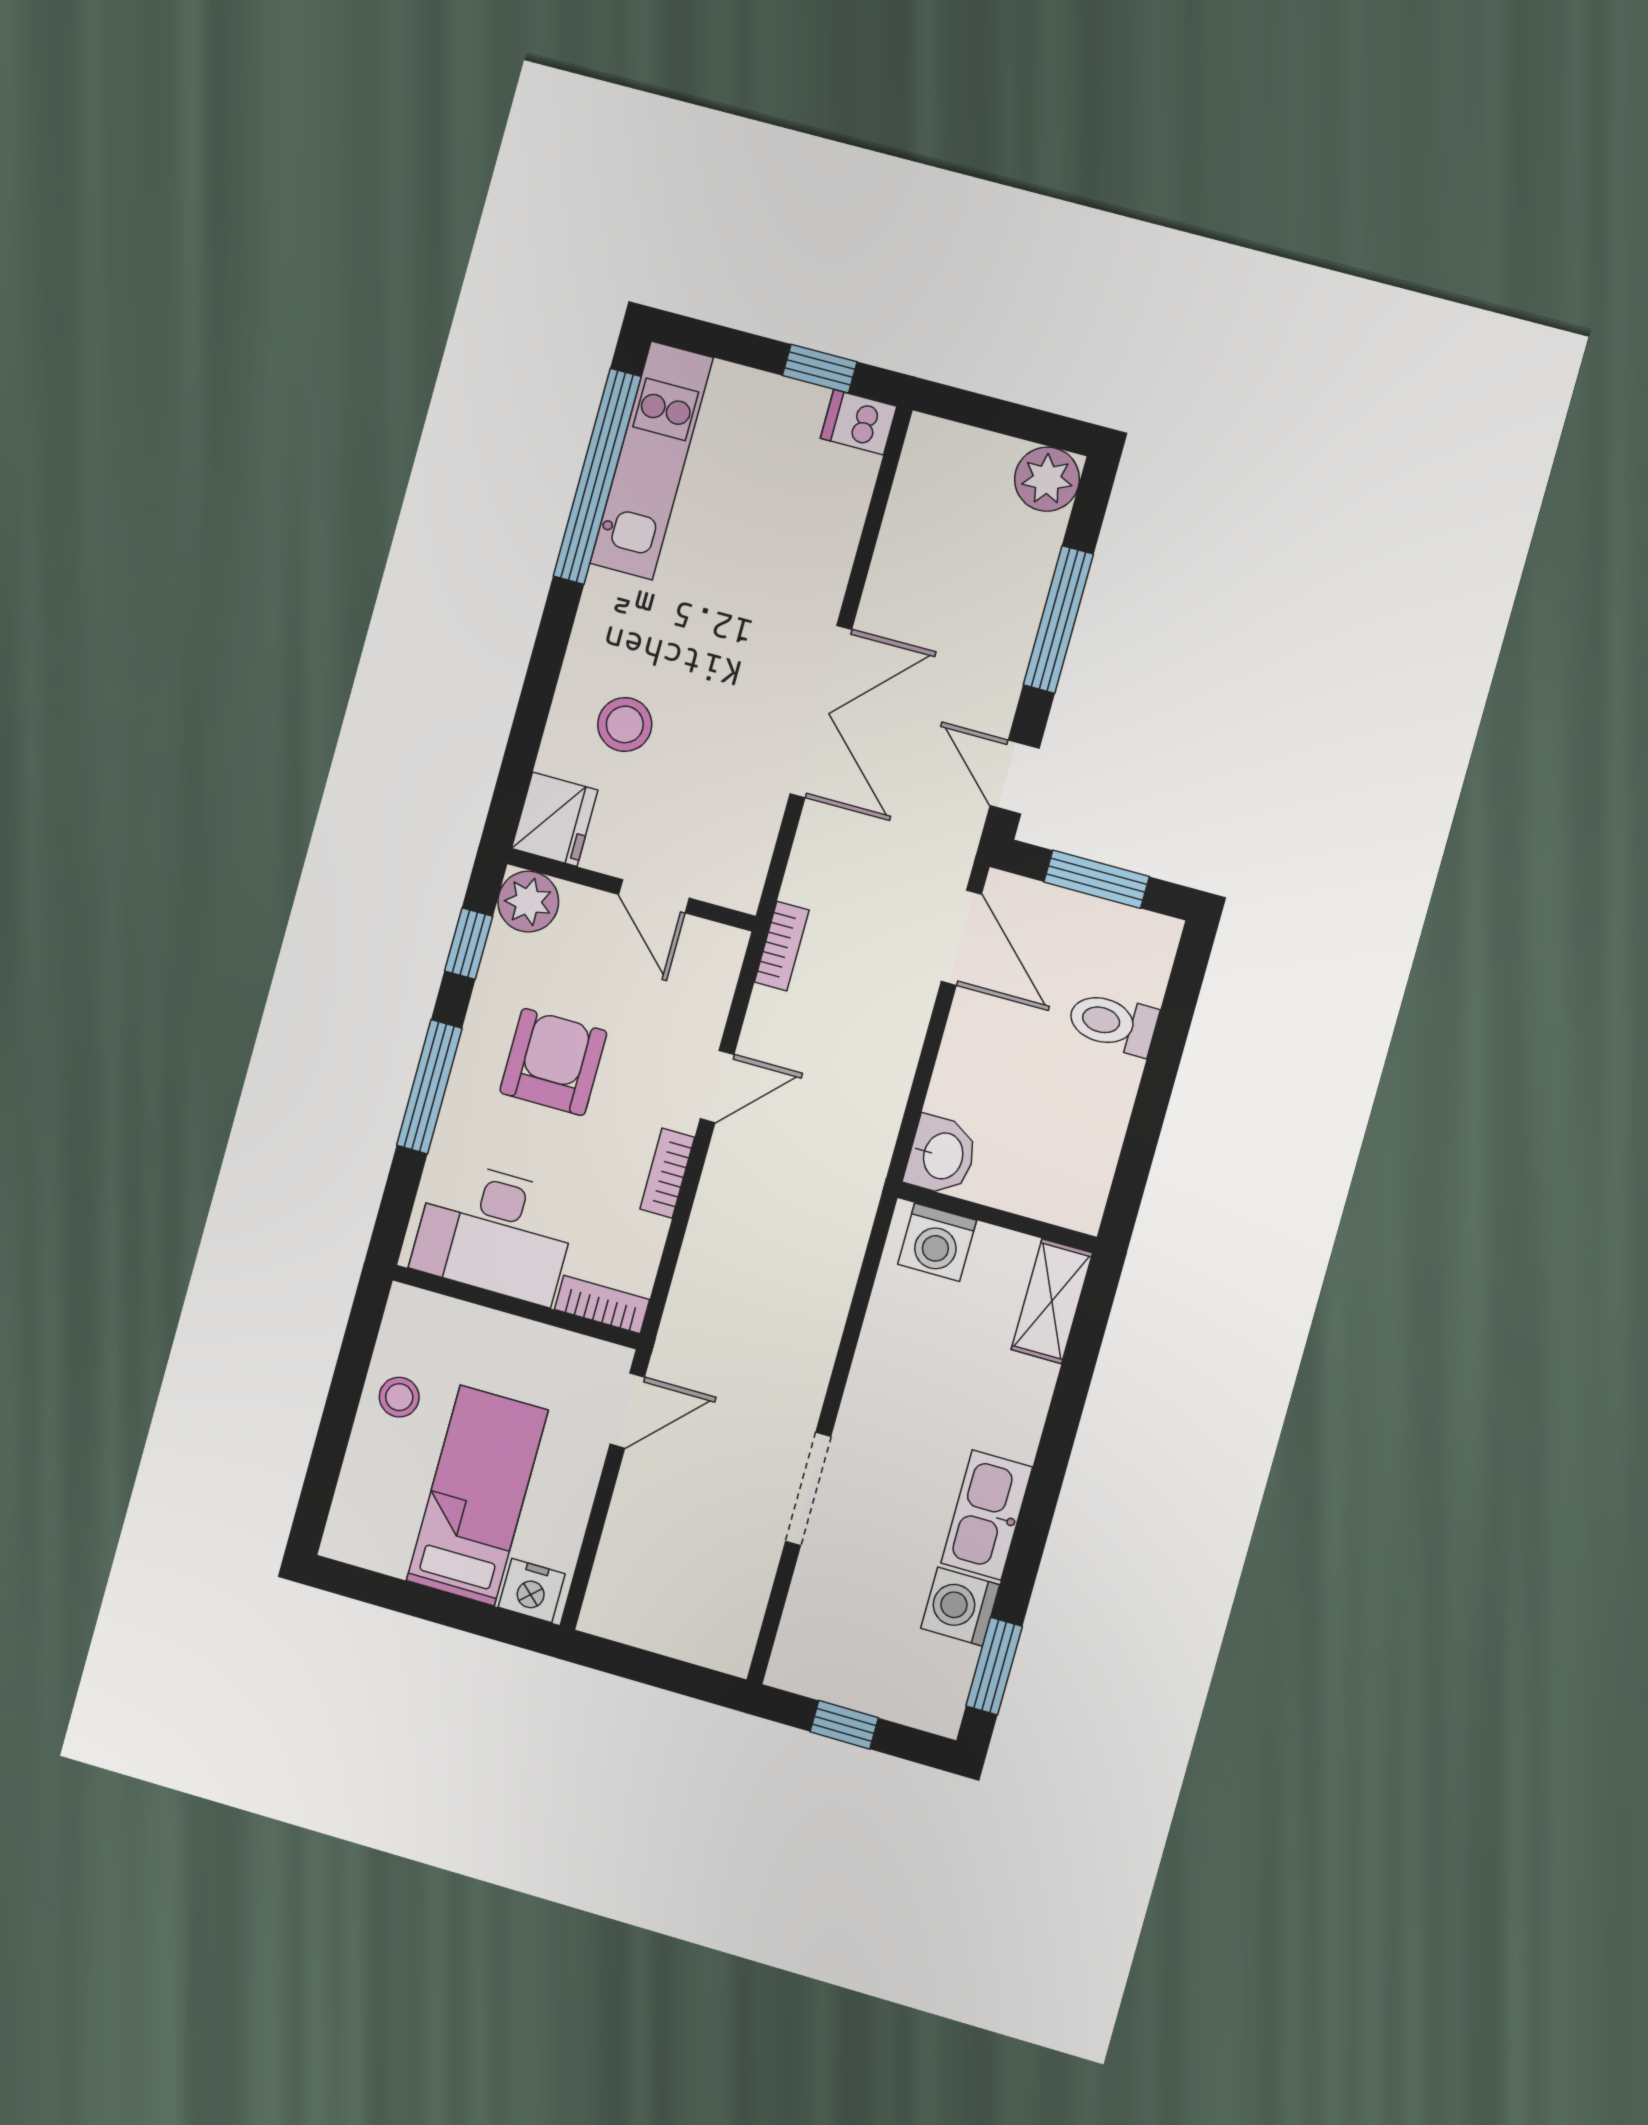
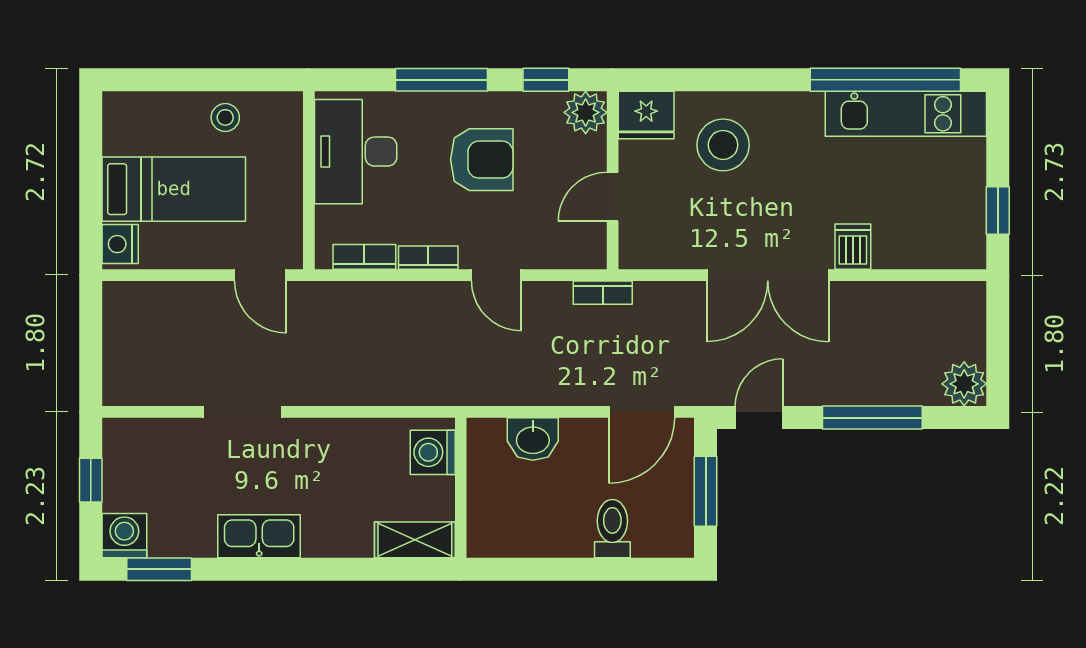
dishwasher: (859, 422) -> (853, 247), moved
stool: (625, 724) -> (723, 145), width x1.38, depth x1.38
washbasin: (941, 1155) -> (533, 439), moved
bookcase: (602, 1304) -> (364, 257), moved, turned -90
washing machine: (960, 1607) -> (124, 536), moved

